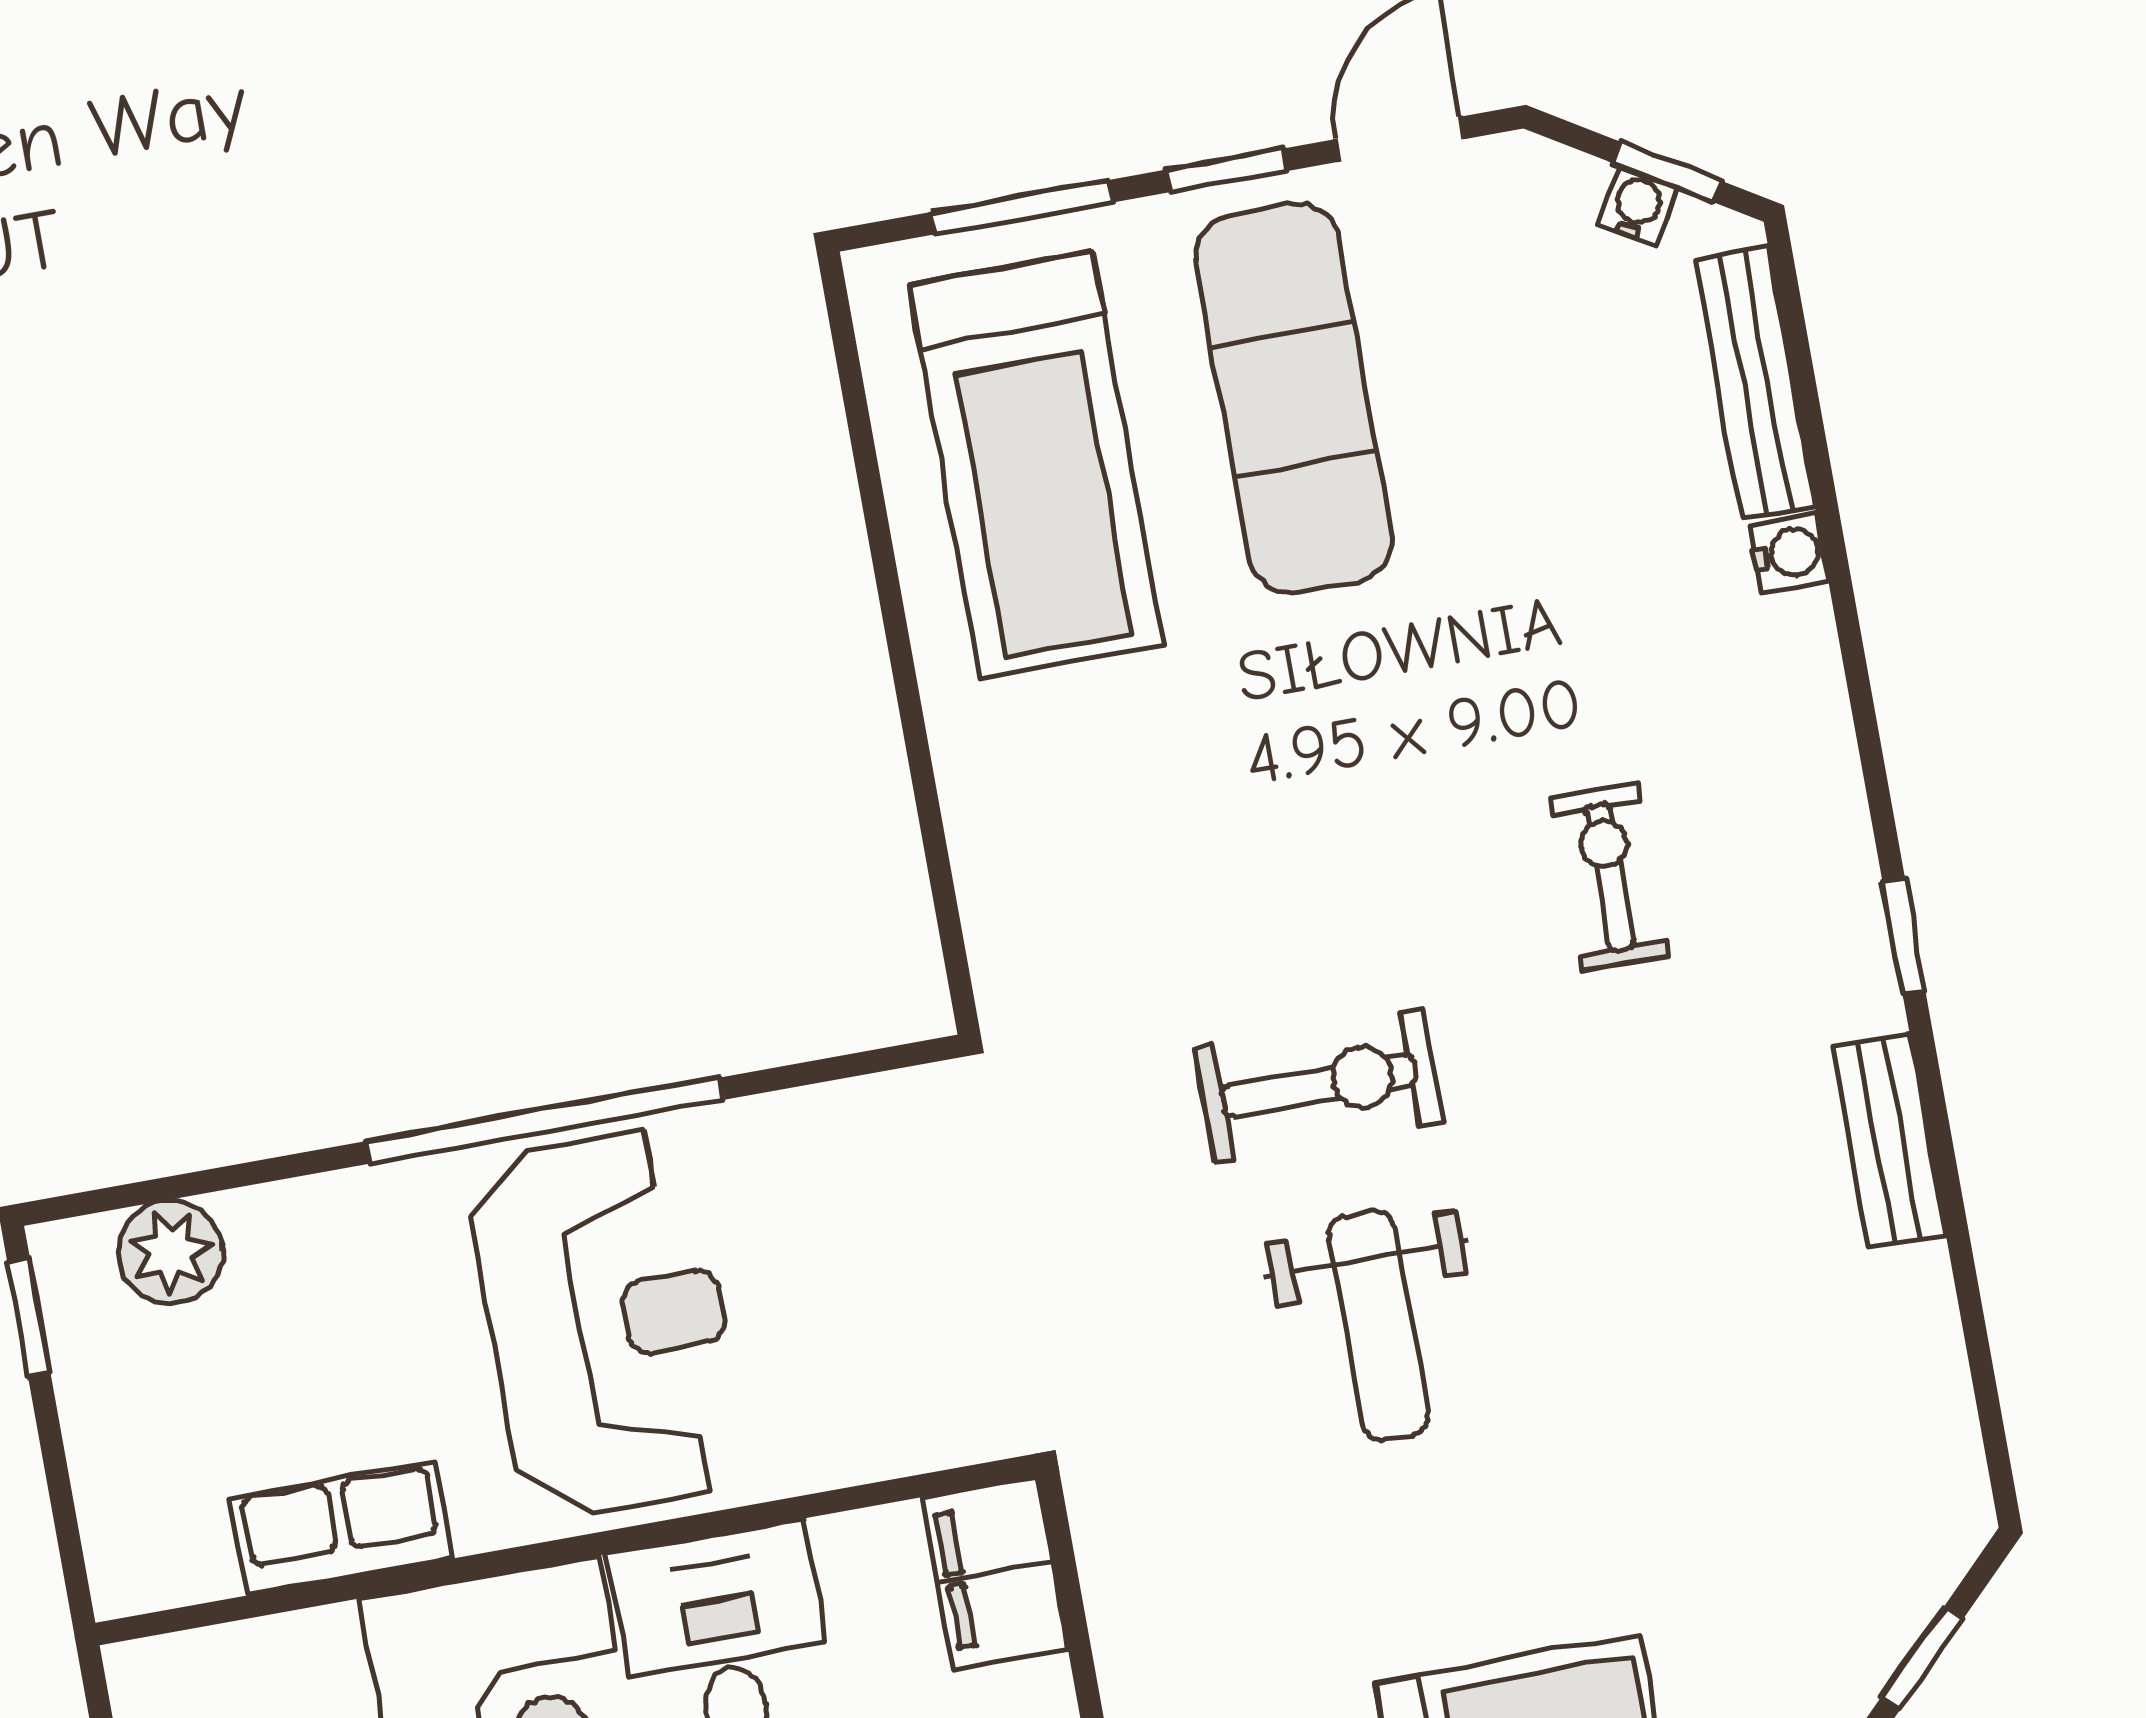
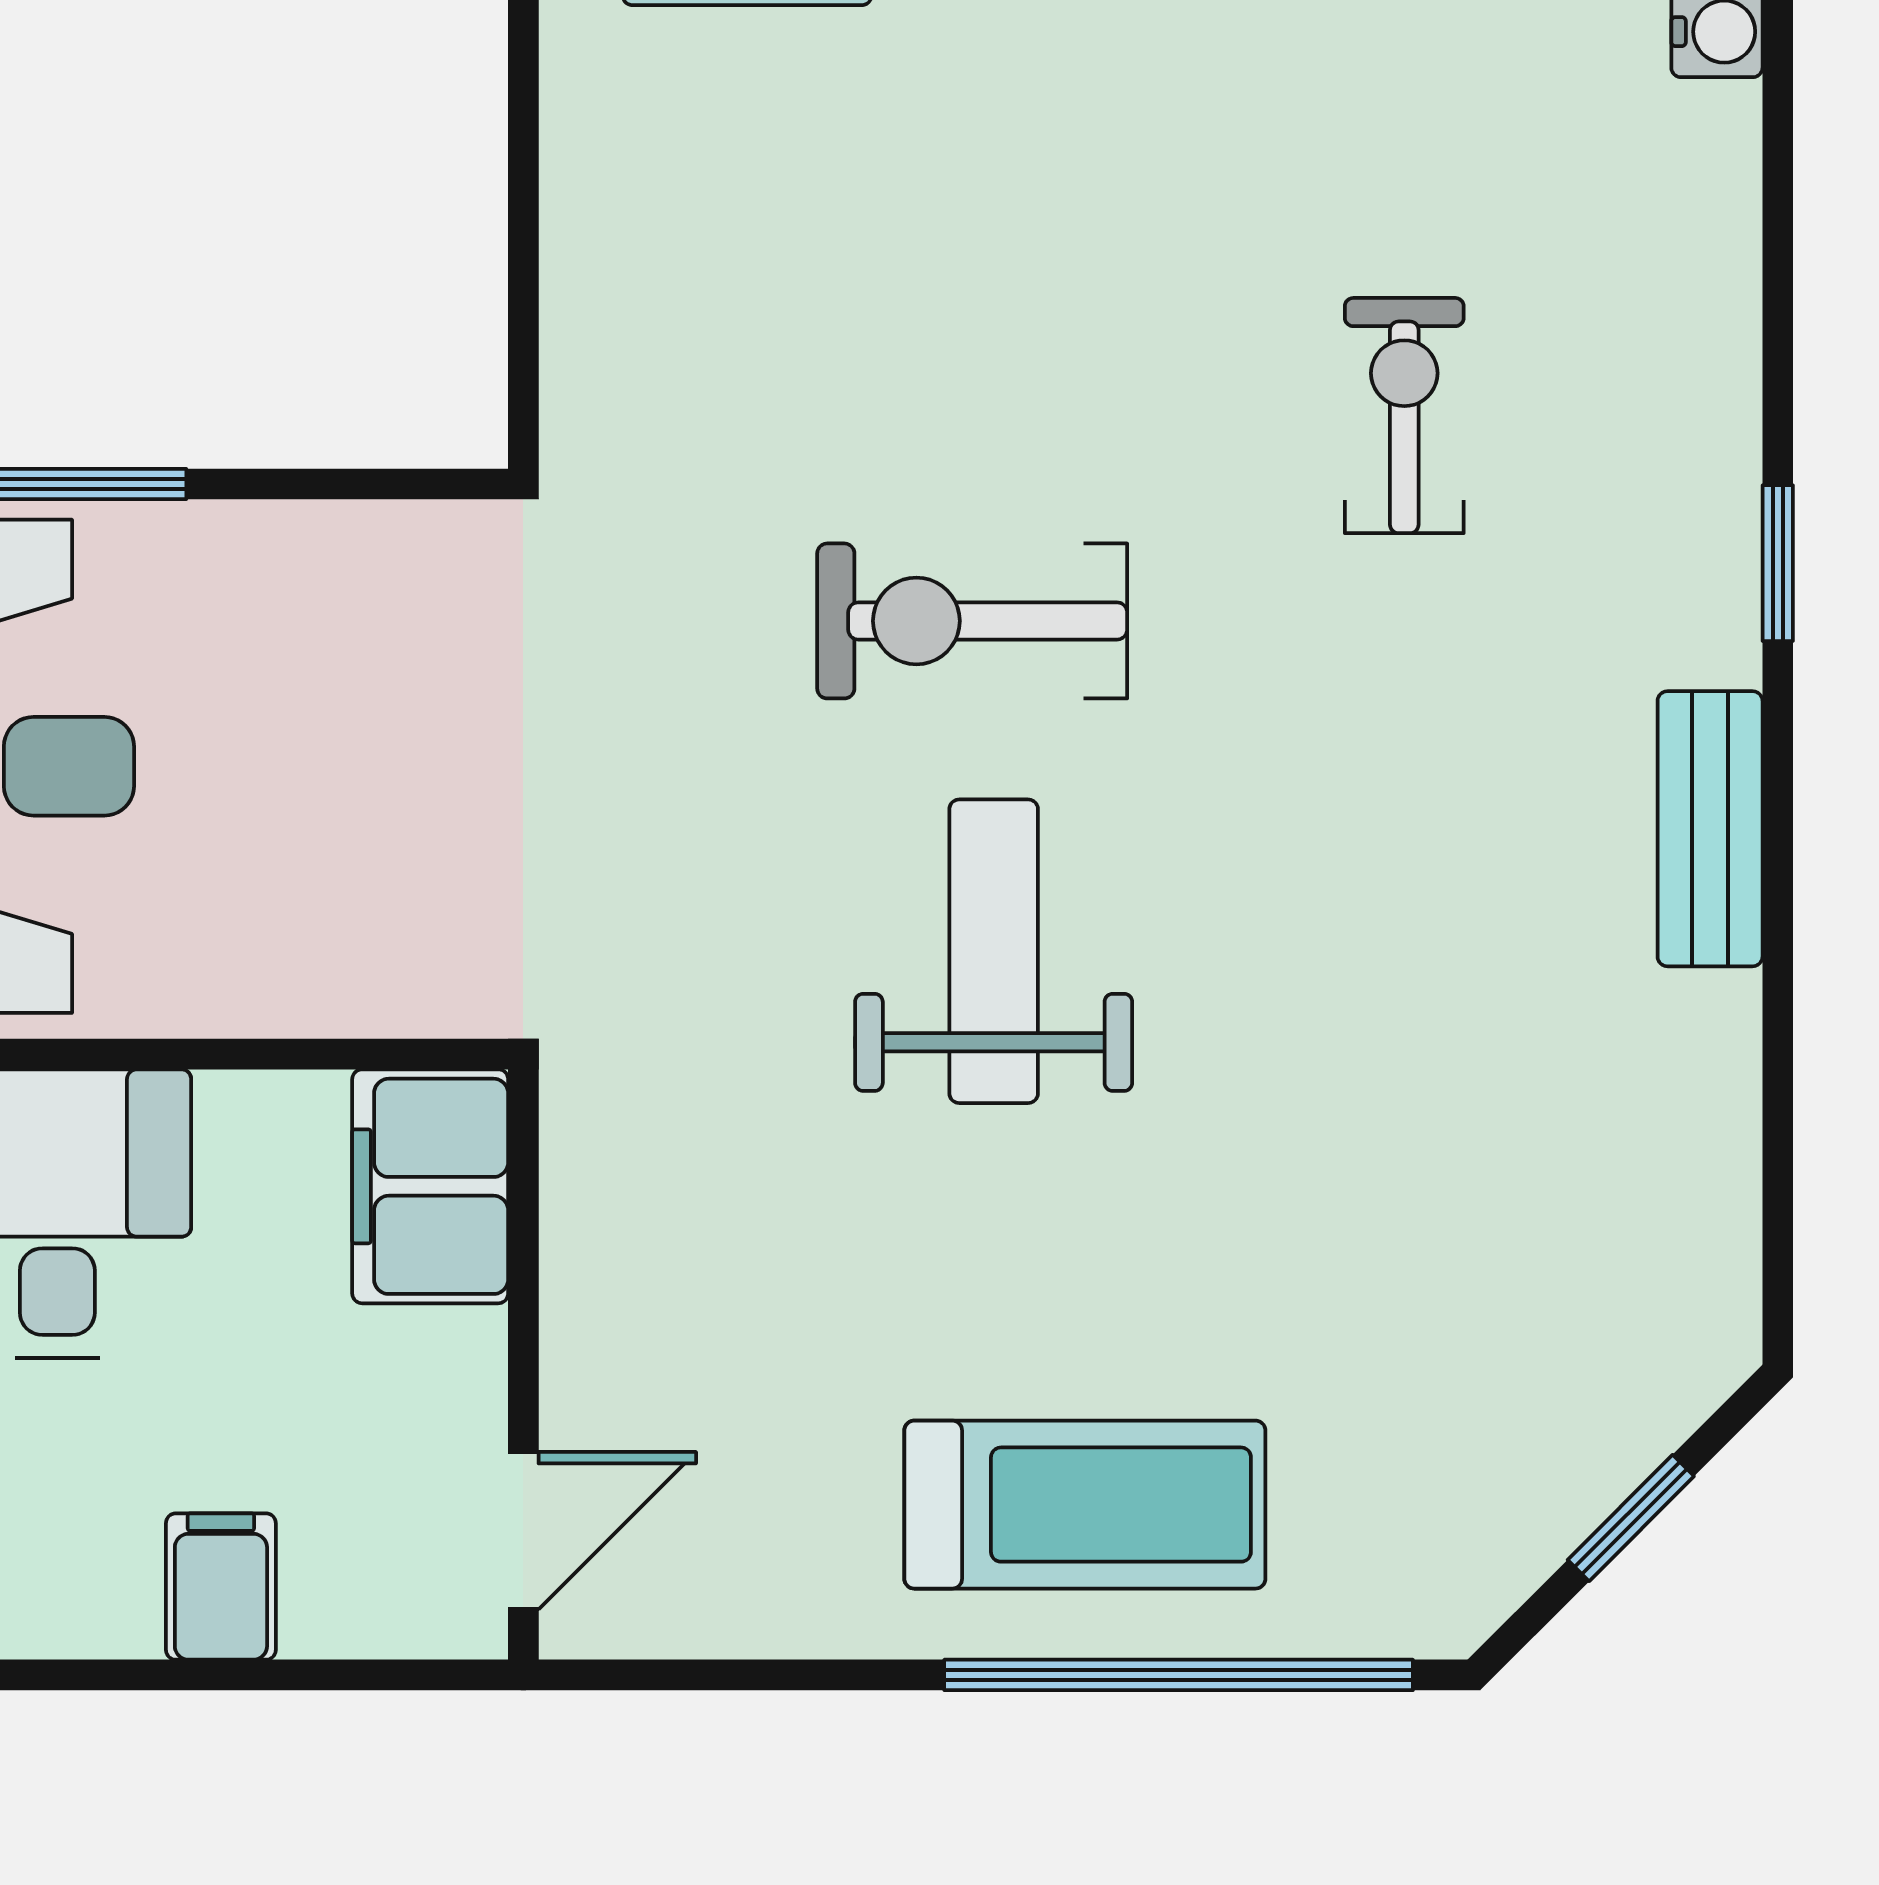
exercise bike: (1319, 1085) -> (972, 621), turned 180
weight bench: (1378, 1325) -> (994, 951), turned 180

